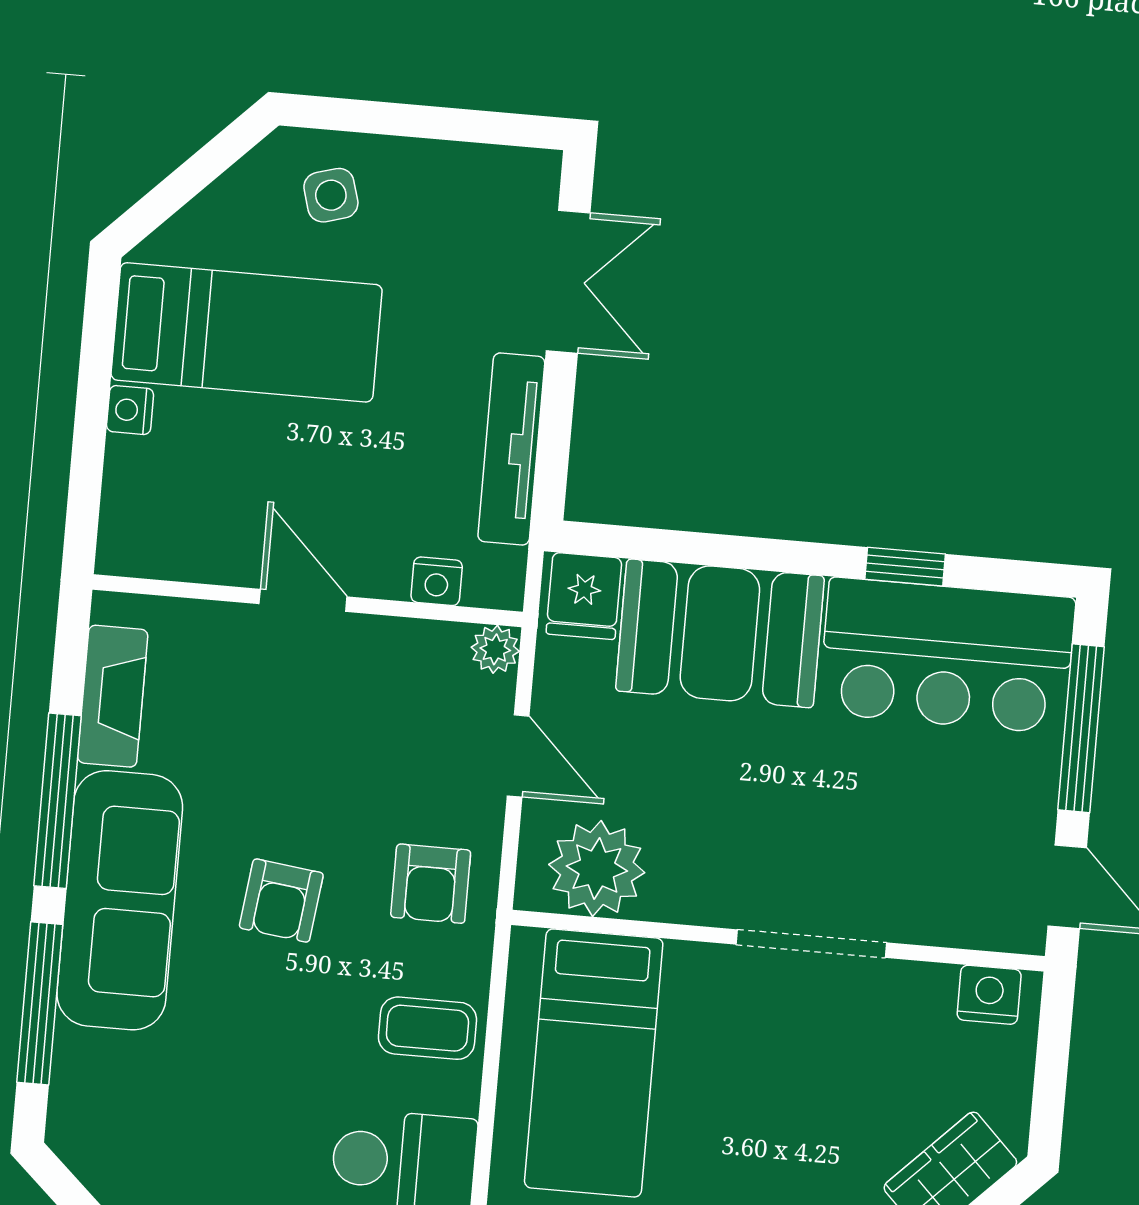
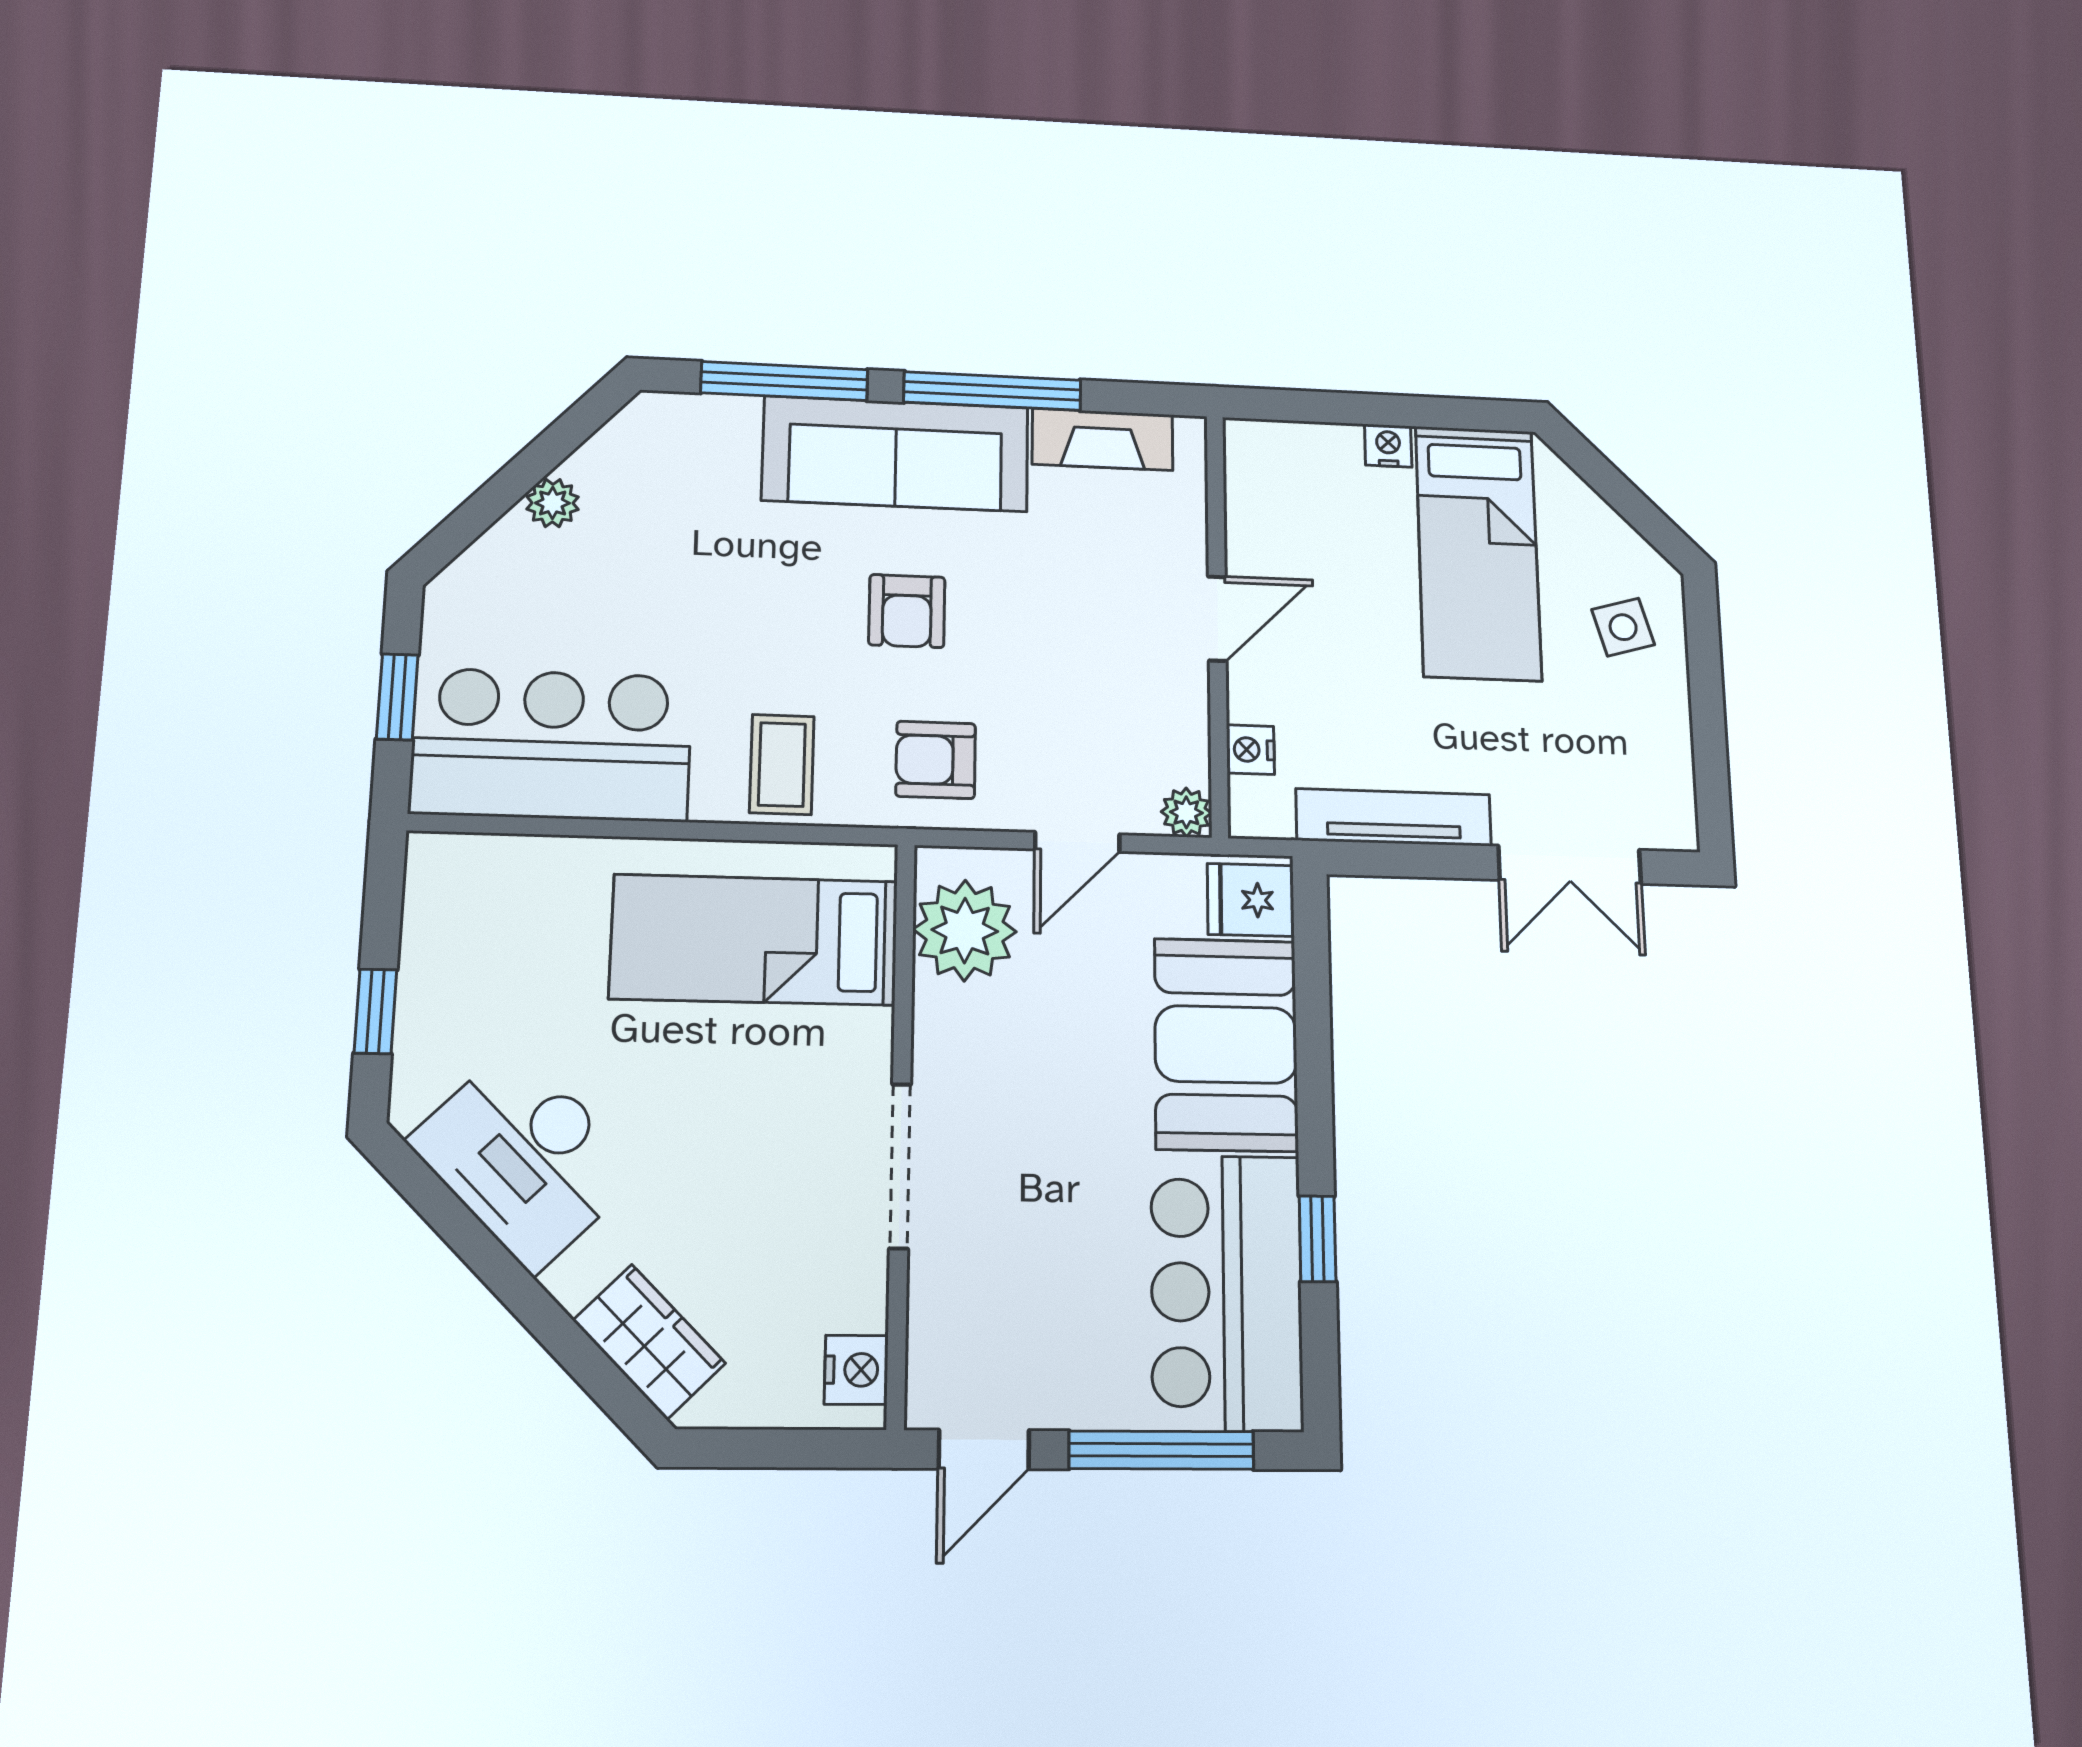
armchair: (281, 901) -> (907, 611), turned -97

